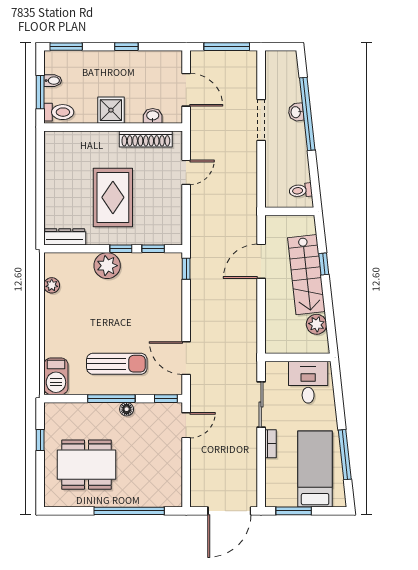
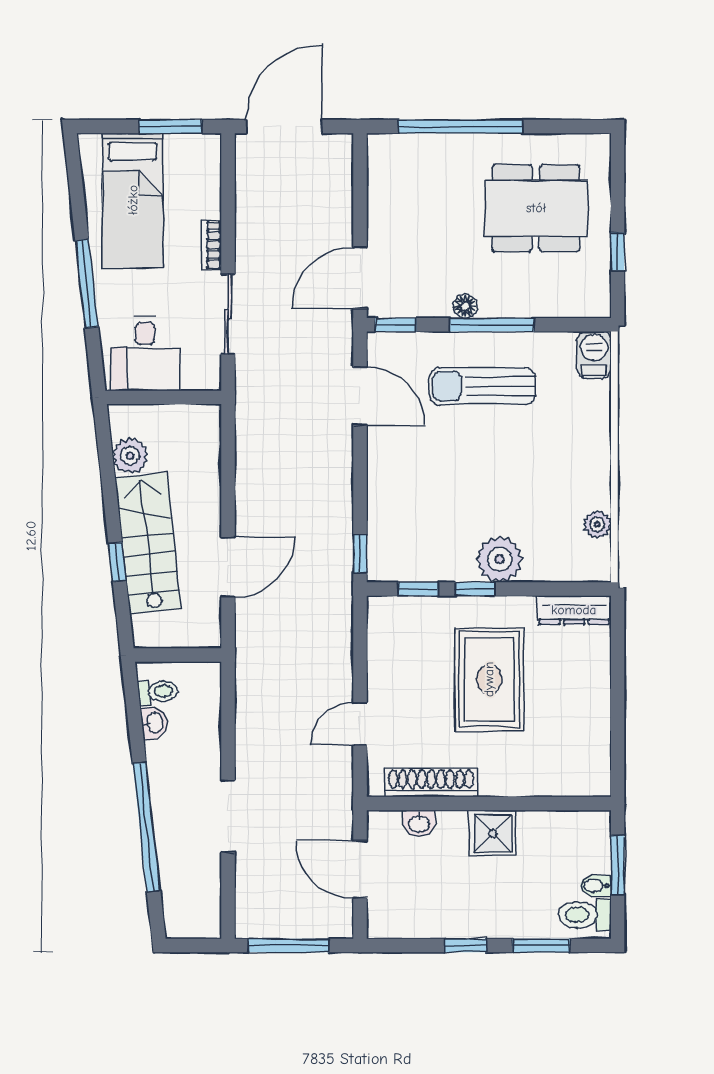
window: (66, 47) -> (541, 946), moved
toilet: (59, 112) -> (585, 915), moved
washbasin: (296, 112) -> (154, 723), moved
barbecue: (56, 376) -> (594, 355), width x0.73, depth x0.79
door: (186, 425) -> (360, 278), width x1.38
window: (345, 455) -> (87, 284), moved

